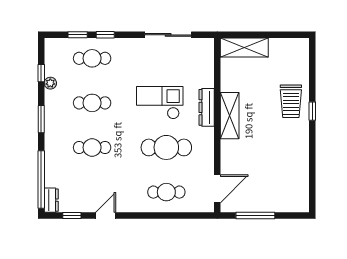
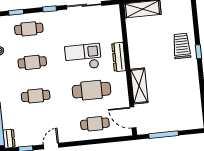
window: (105, 35) -> (49, 9), moved
trolley: (291, 101) -> (182, 46), turned 180
shelving: (230, 116) -> (139, 86), moved
door: (217, 189) -> (133, 117), swing flipped

